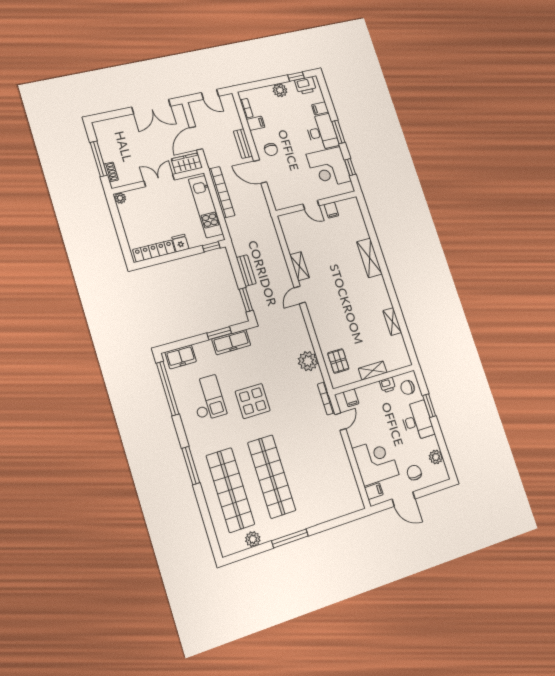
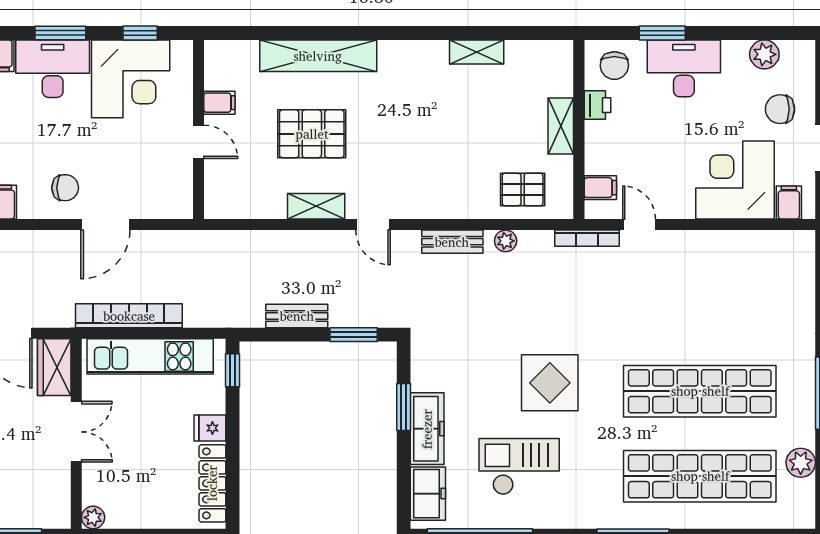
bench: (243, 144) -> (452, 242), moved
shoe rack: (111, 172) -> (37, 519), removed
double door: (159, 181) -> (76, 432), swing flipped
door: (311, 205) -> (199, 142), hinge flipped
pallet: (331, 256) -> (312, 134), added
shelving: (369, 258) -> (318, 56), width x1.47
freezer: (231, 342) -> (427, 429), moved
plant: (308, 361) -> (506, 241), width x0.53, depth x0.53

